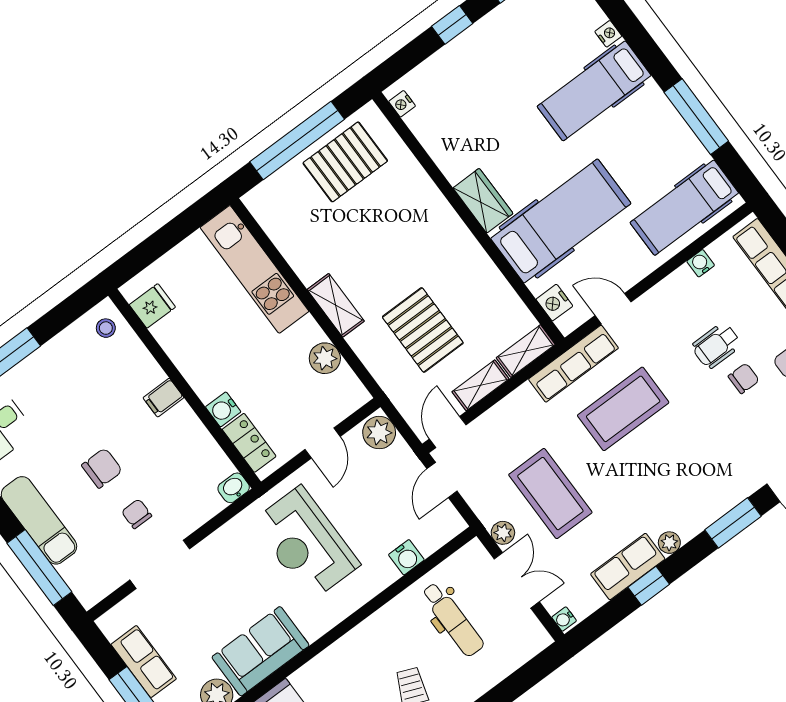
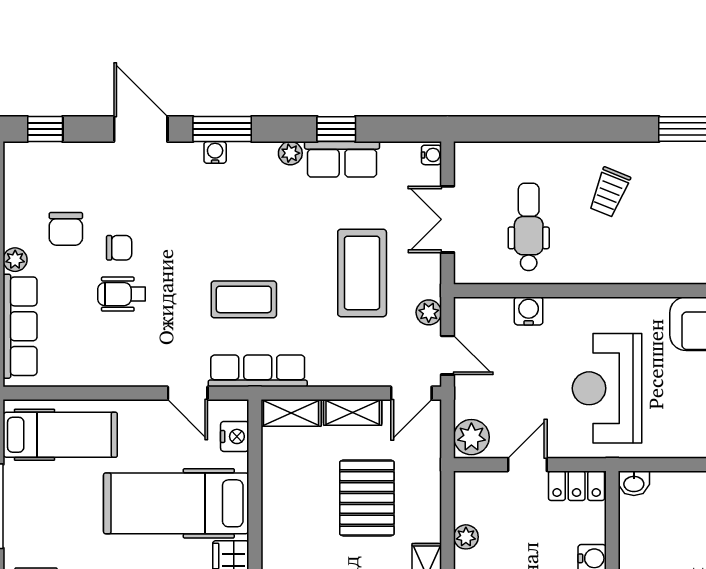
water cooler: (701, 263) -> (215, 152), moved, turned 180
wheelchair: (716, 345) -> (122, 294), turned 180
plant: (325, 358) -> (466, 537), width x0.73, depth x0.73
chair: (744, 378) -> (119, 248), turned 180
coffee table: (623, 409) -> (244, 299), width x0.73, depth x0.76
locker: (249, 443) -> (577, 486), moved, turned -90
door: (442, 480) -> (448, 355), hinge flipped
plant: (503, 533) -> (429, 312), moved
reception desk: (306, 543) -> (607, 388), turned 180

